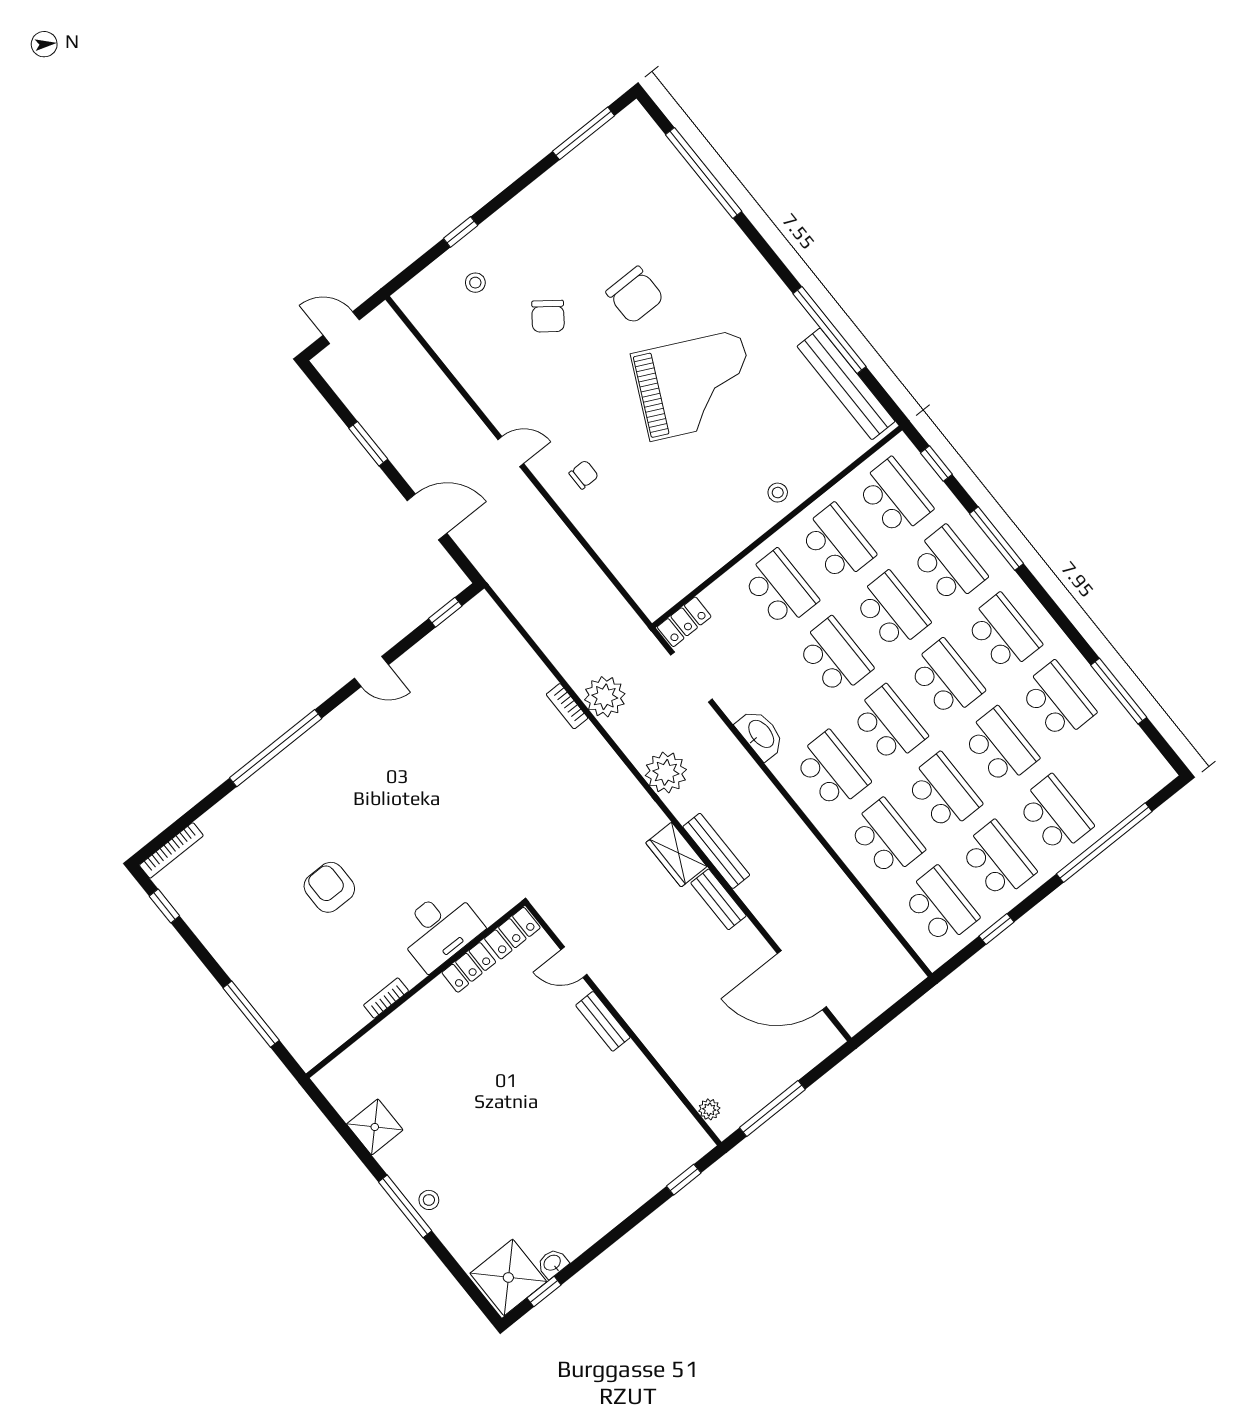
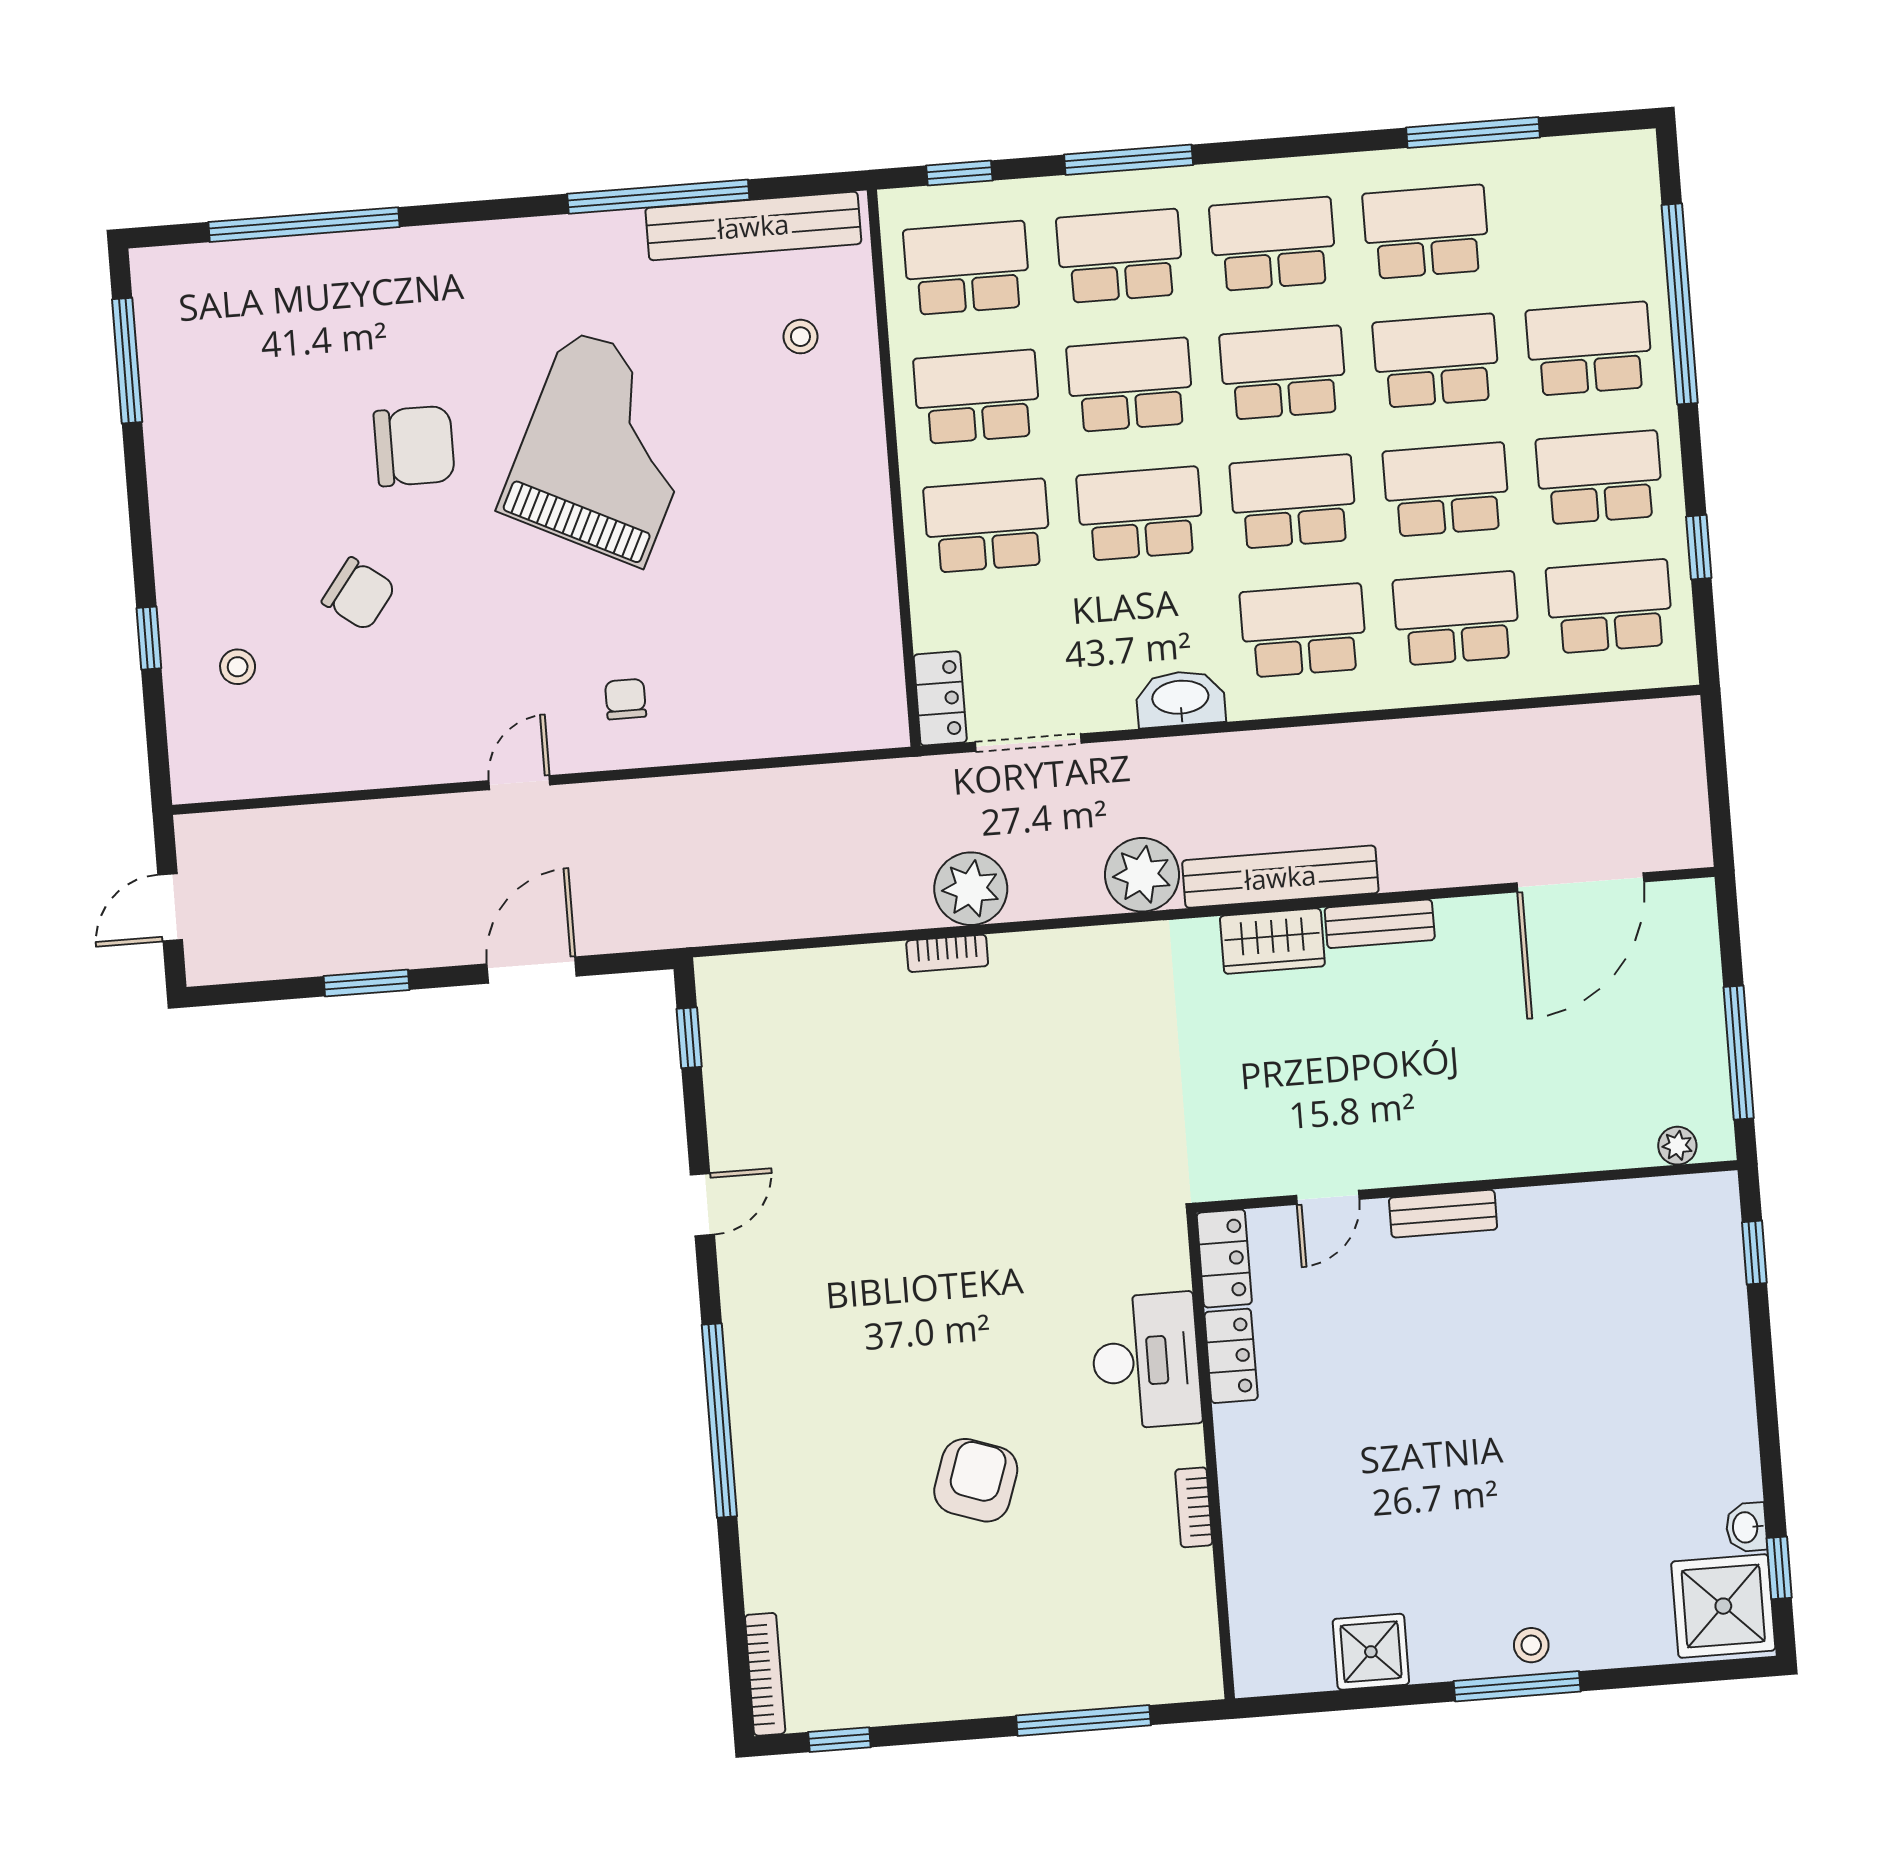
stool: (778, 493) -> (800, 337), moved
bench: (716, 851) -> (1280, 877), width x1.37, depth x1.21
armchair: (329, 887) -> (976, 1480), turned 109

